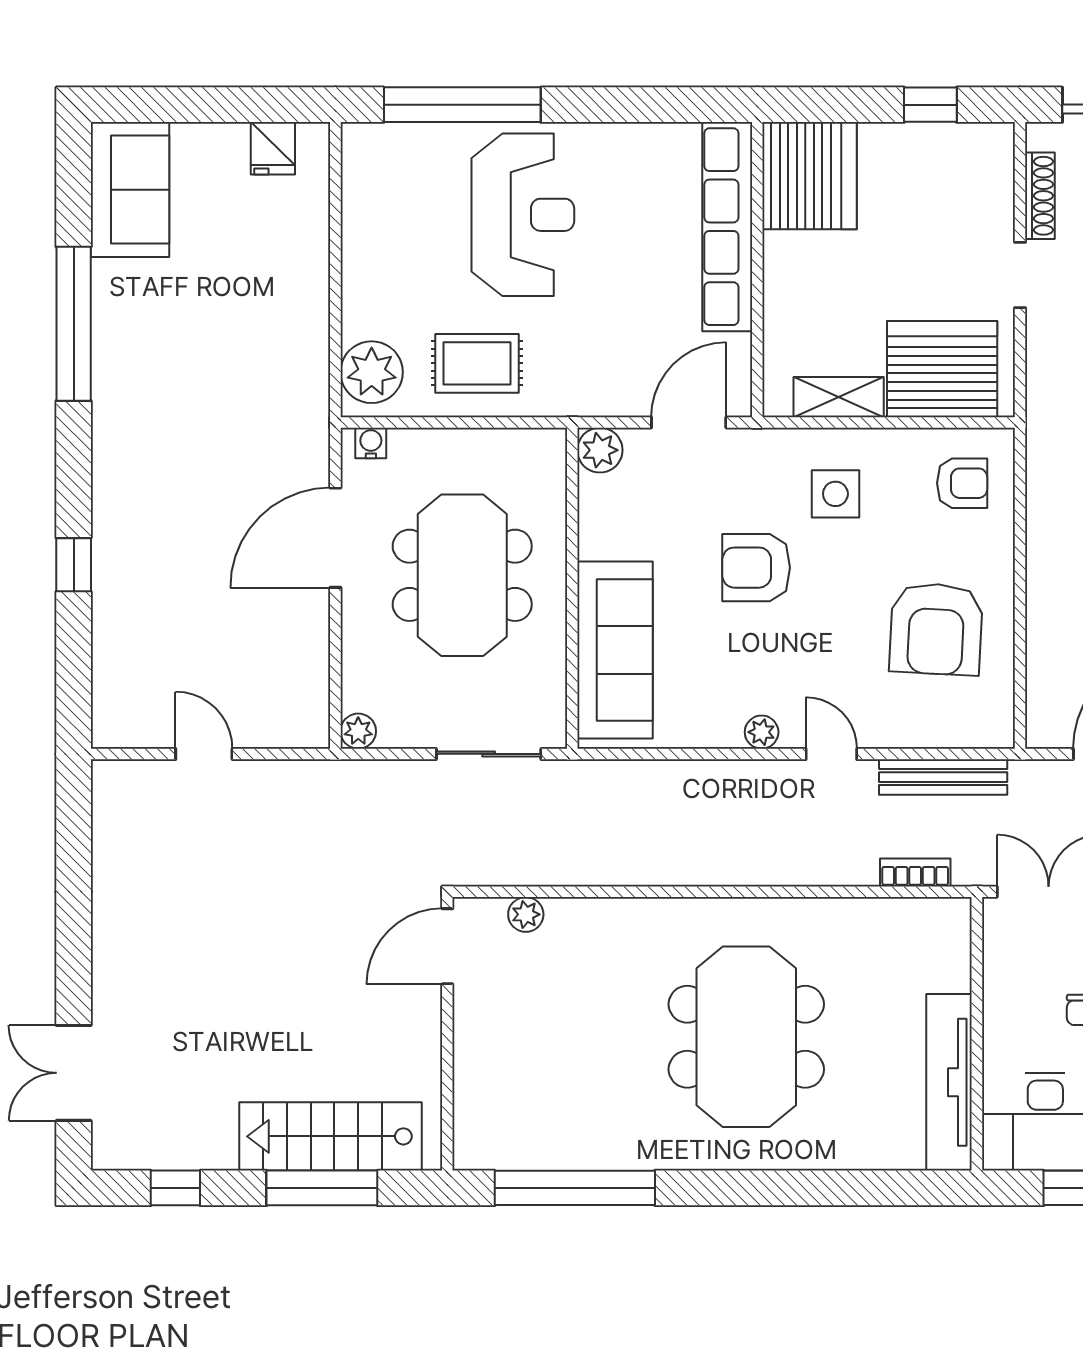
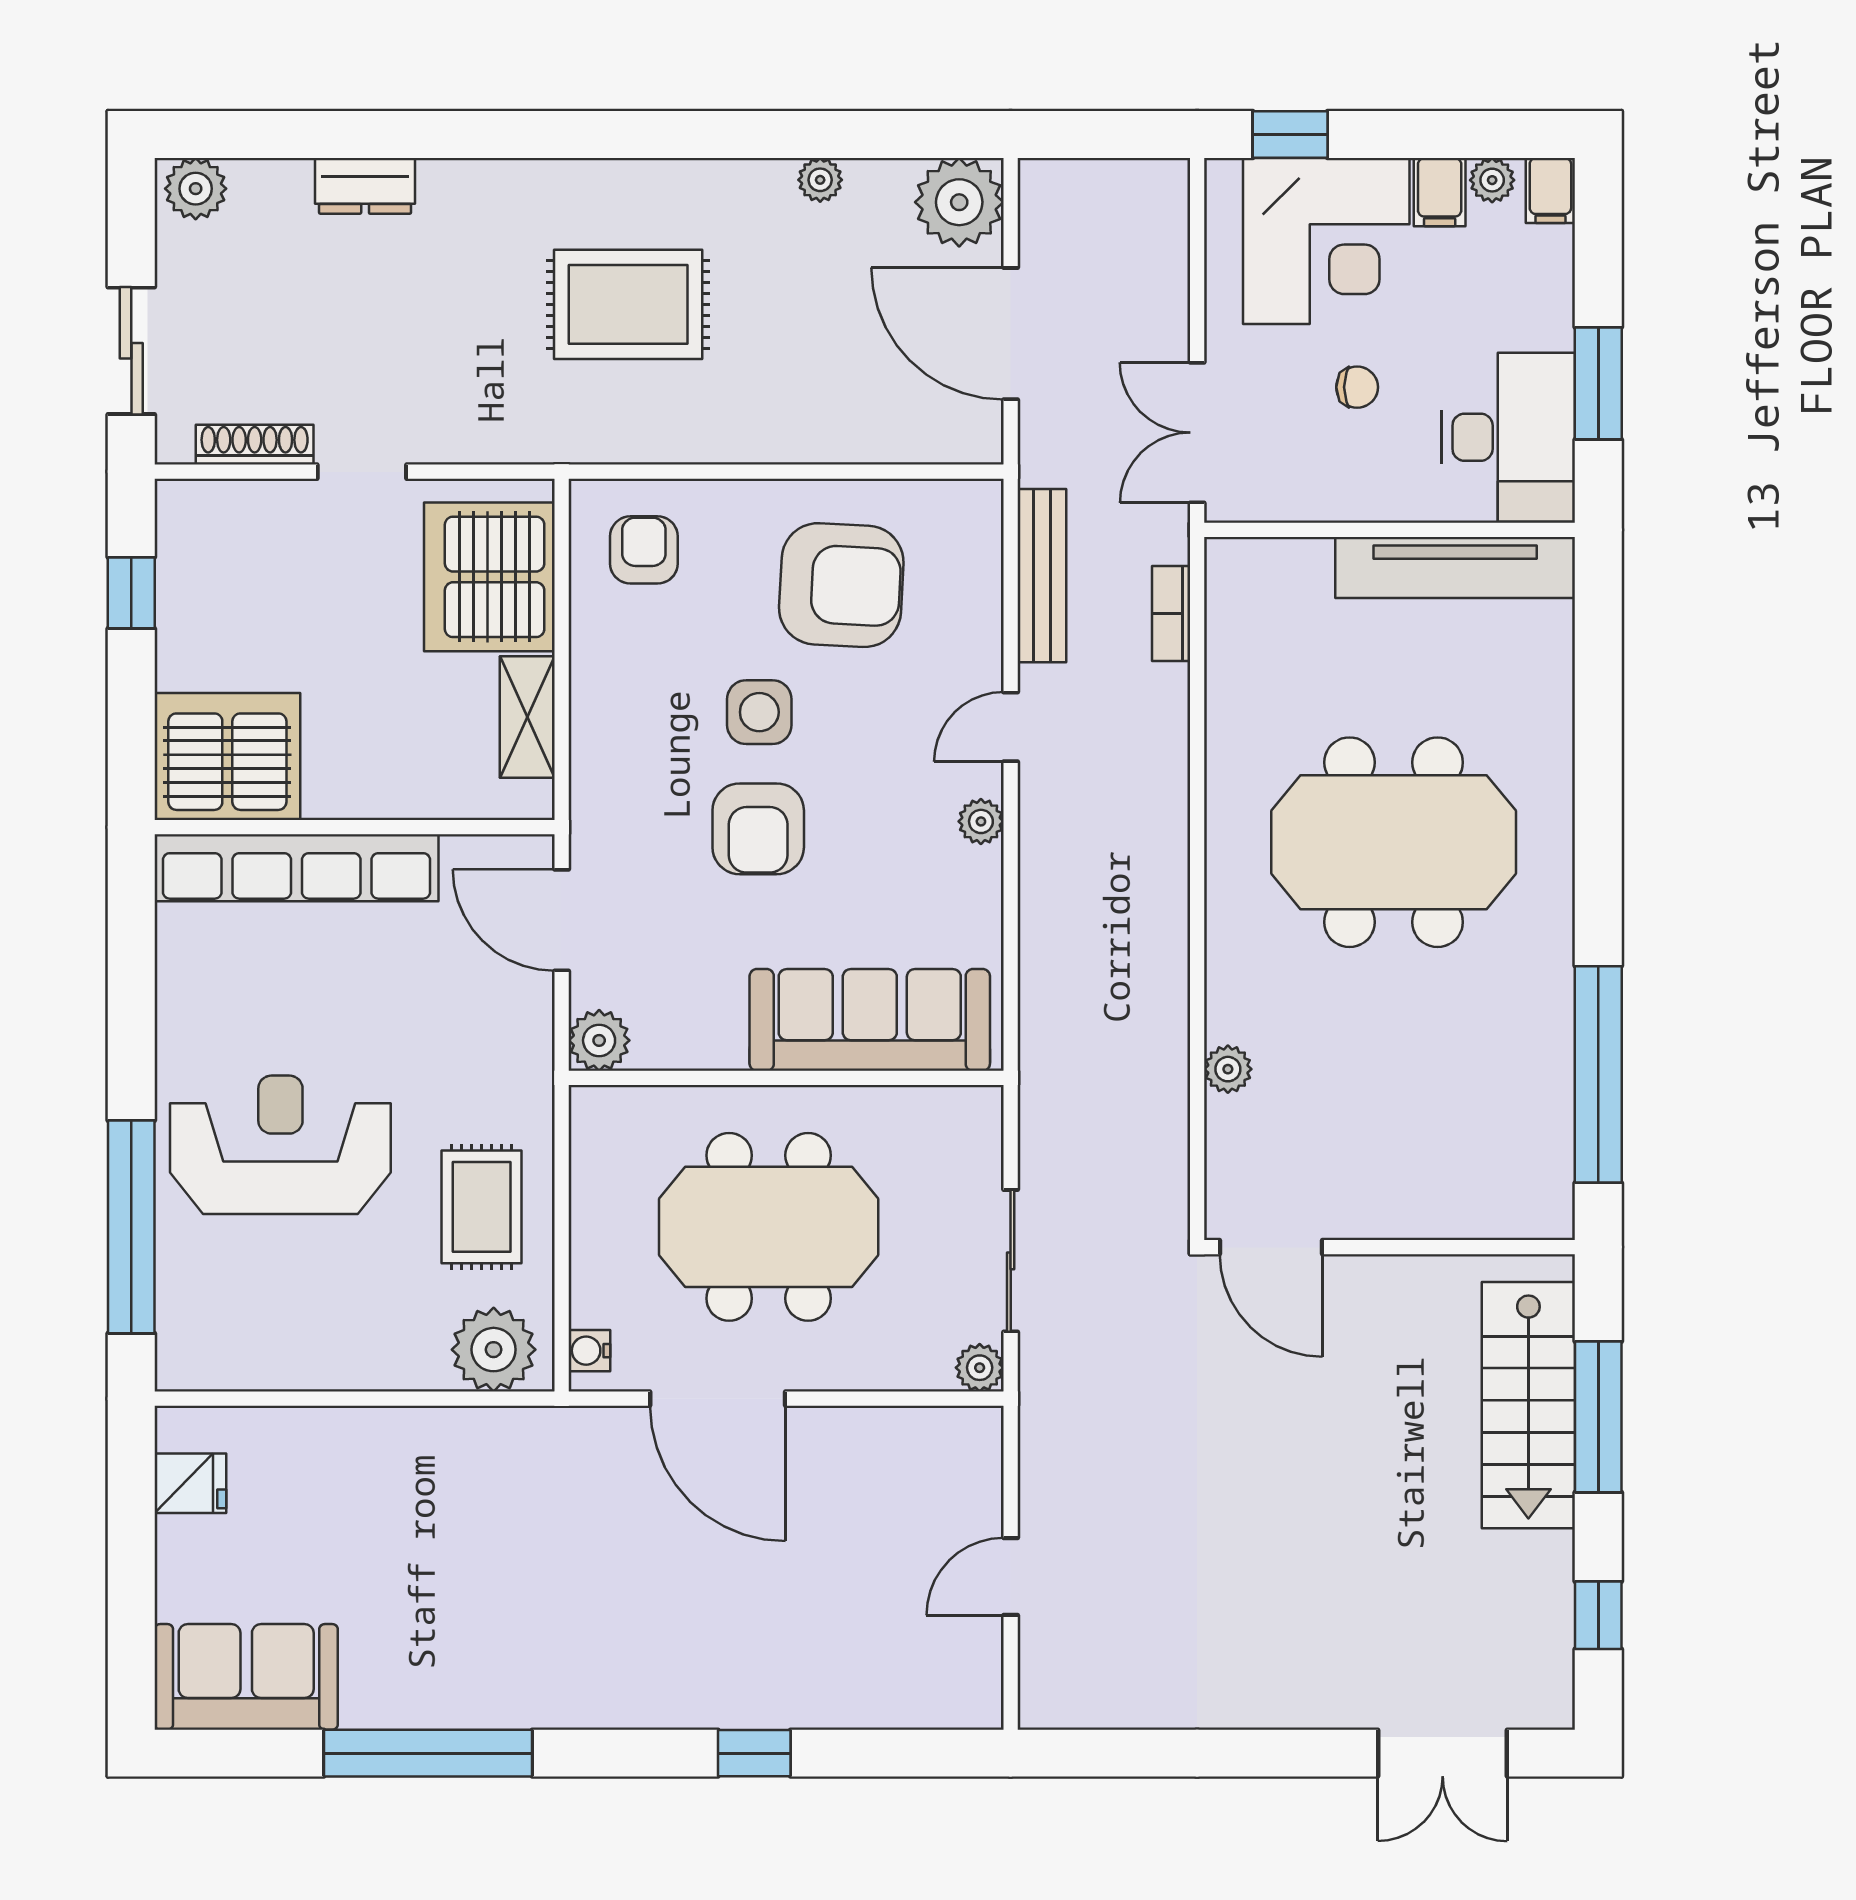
side table: (835, 494) -> (759, 712), moved
sliding door: (489, 754) -> (1011, 1261), moved
plant: (526, 914) -> (1228, 1069), moved

